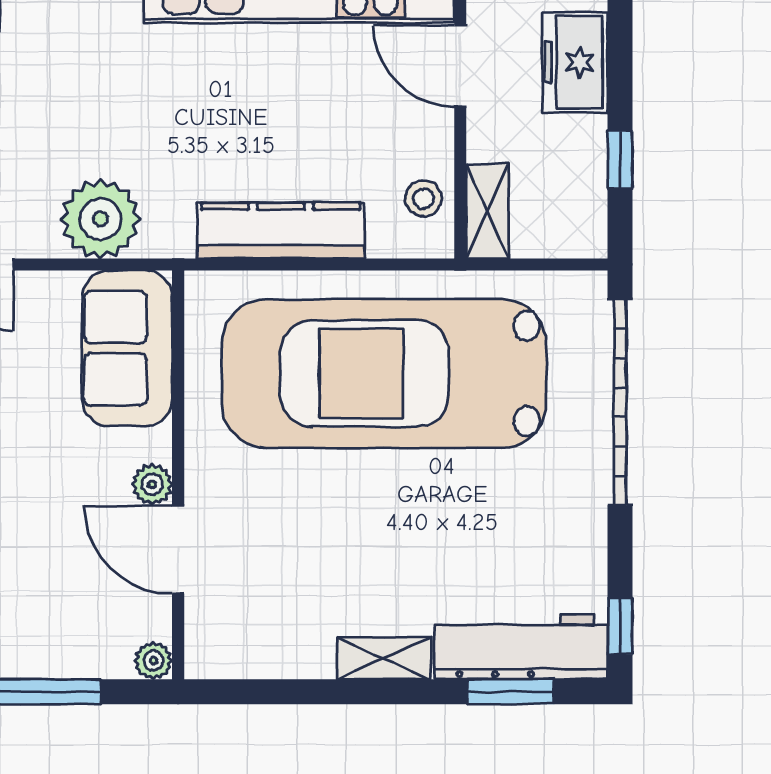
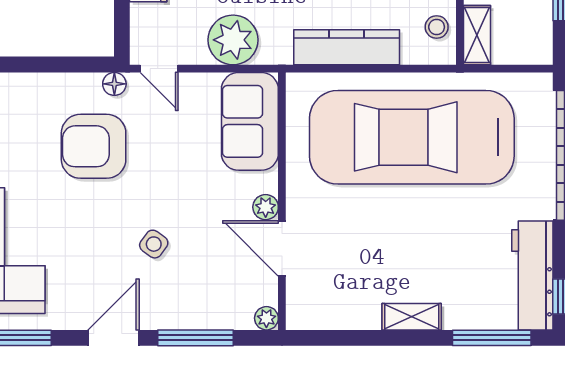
workbench: (521, 647) -> (532, 275), moved, turned -90
window: (511, 692) -> (492, 338), width x1.44

